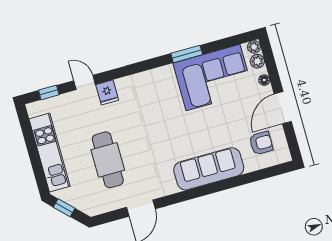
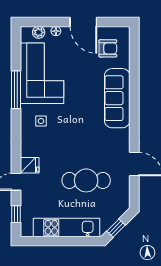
plant: (254, 47) -> (26, 32), removed
window: (187, 54) -> (16, 90), width x1.44
side table: (160, 91) -> (41, 121), added
armchair: (261, 143) -> (108, 48), turned 90

